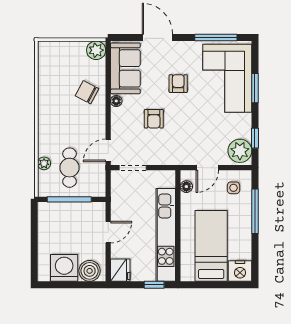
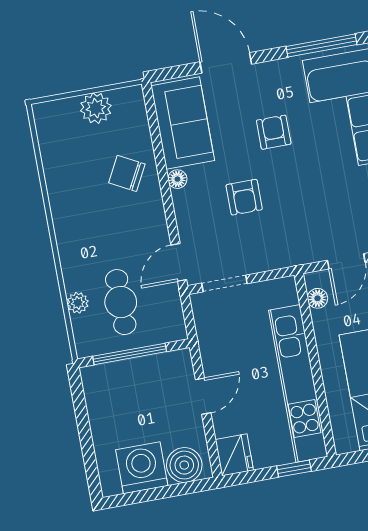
plant: (96, 50) -> (96, 108), moved

